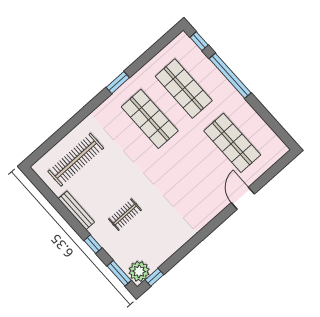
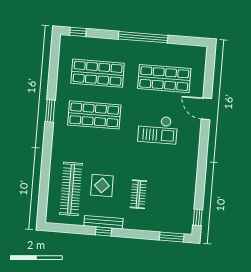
window: (230, 76) -> (143, 37), moved
checkout: (189, 178) -> (158, 129), added
display table: (103, 180) -> (102, 185), added
window: (93, 244) -> (104, 231), moved
plant: (139, 271) -> (184, 223), removed

